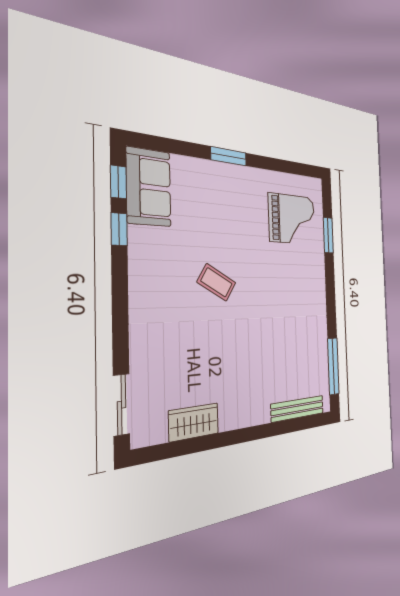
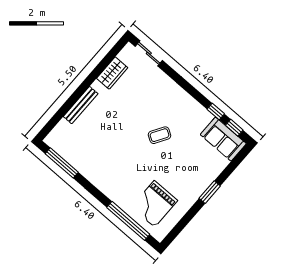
window: (328, 235) -> (128, 221), width x2.11
bench: (298, 409) -> (81, 105), moved

